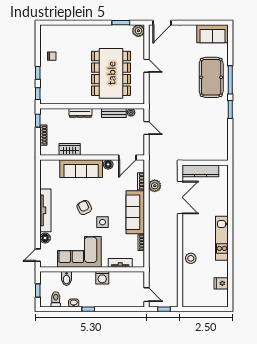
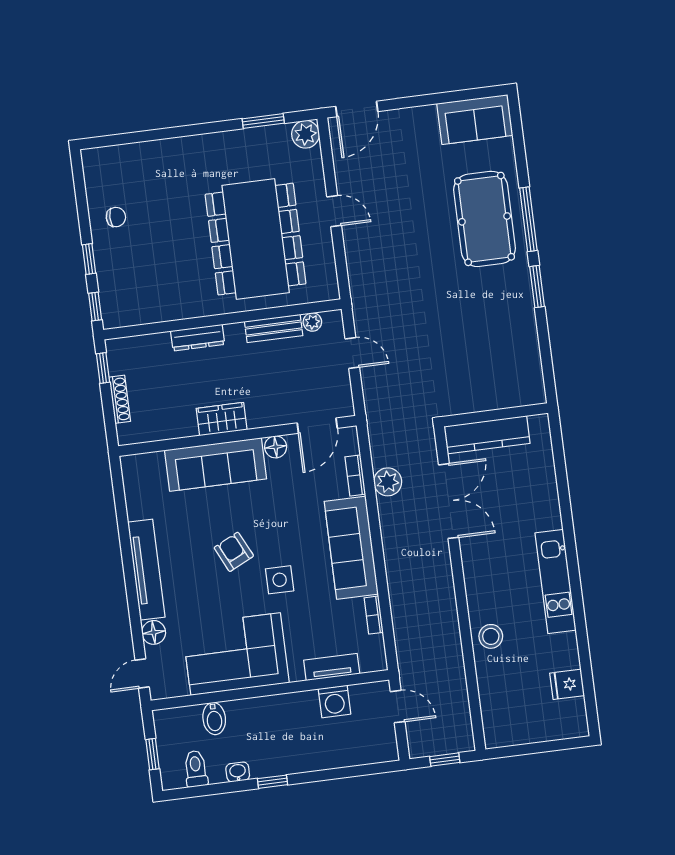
wardrobe: (70, 149) -> (222, 419), moved
washing machine: (102, 278) -> (334, 701), moved
door: (147, 295) -> (398, 707), moved

